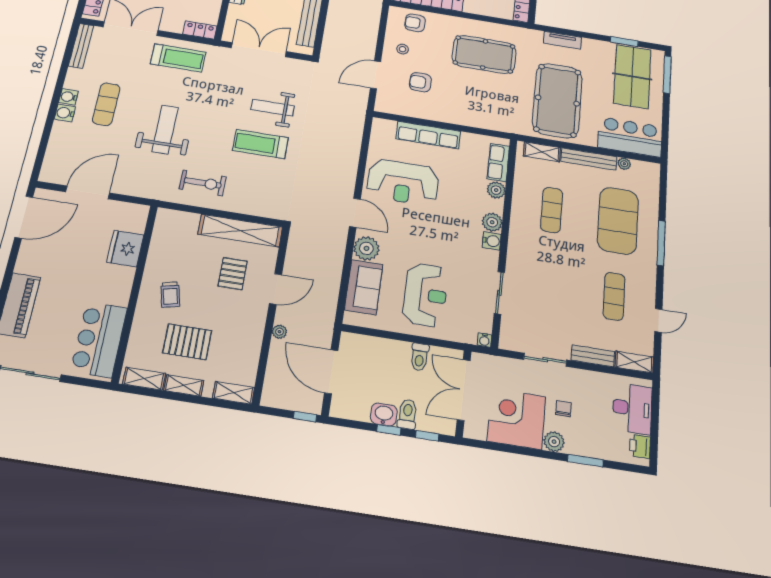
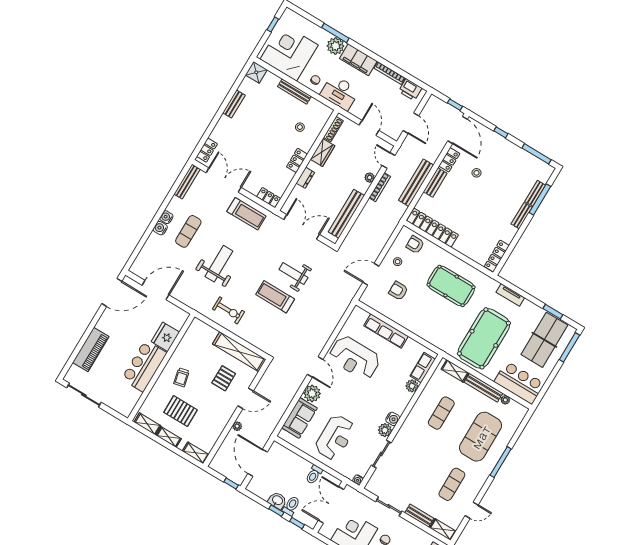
plant: (492, 222) -> (385, 430), moved
bar counter: (99, 340) -> (144, 366), moved

